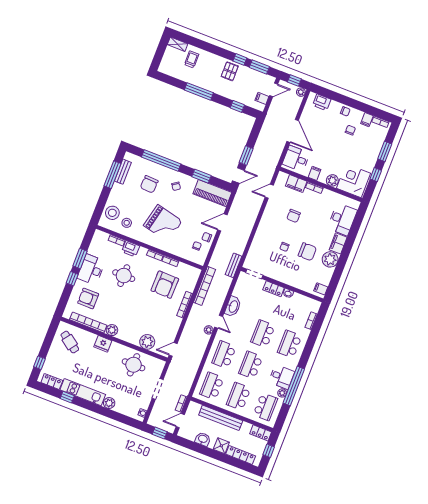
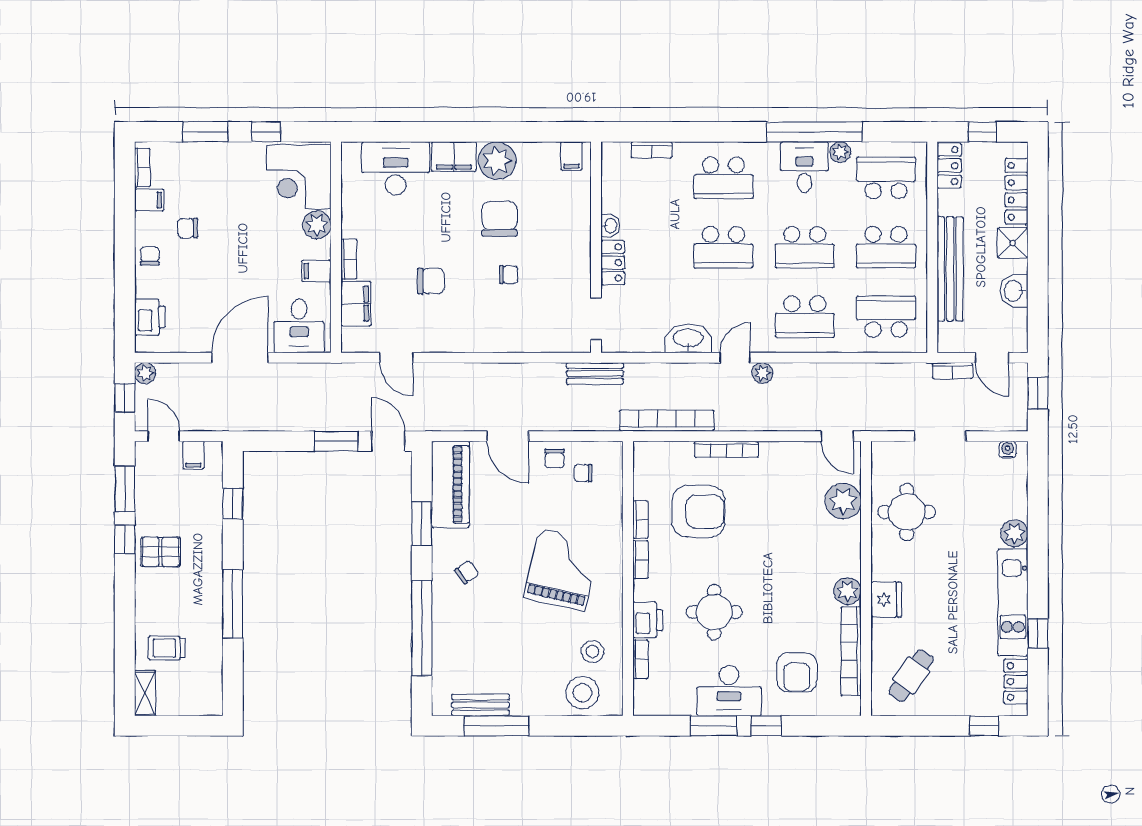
chair: (149, 184) -> (486, 635), removed
school desk: (212, 386) -> (886, 317), turned 180

